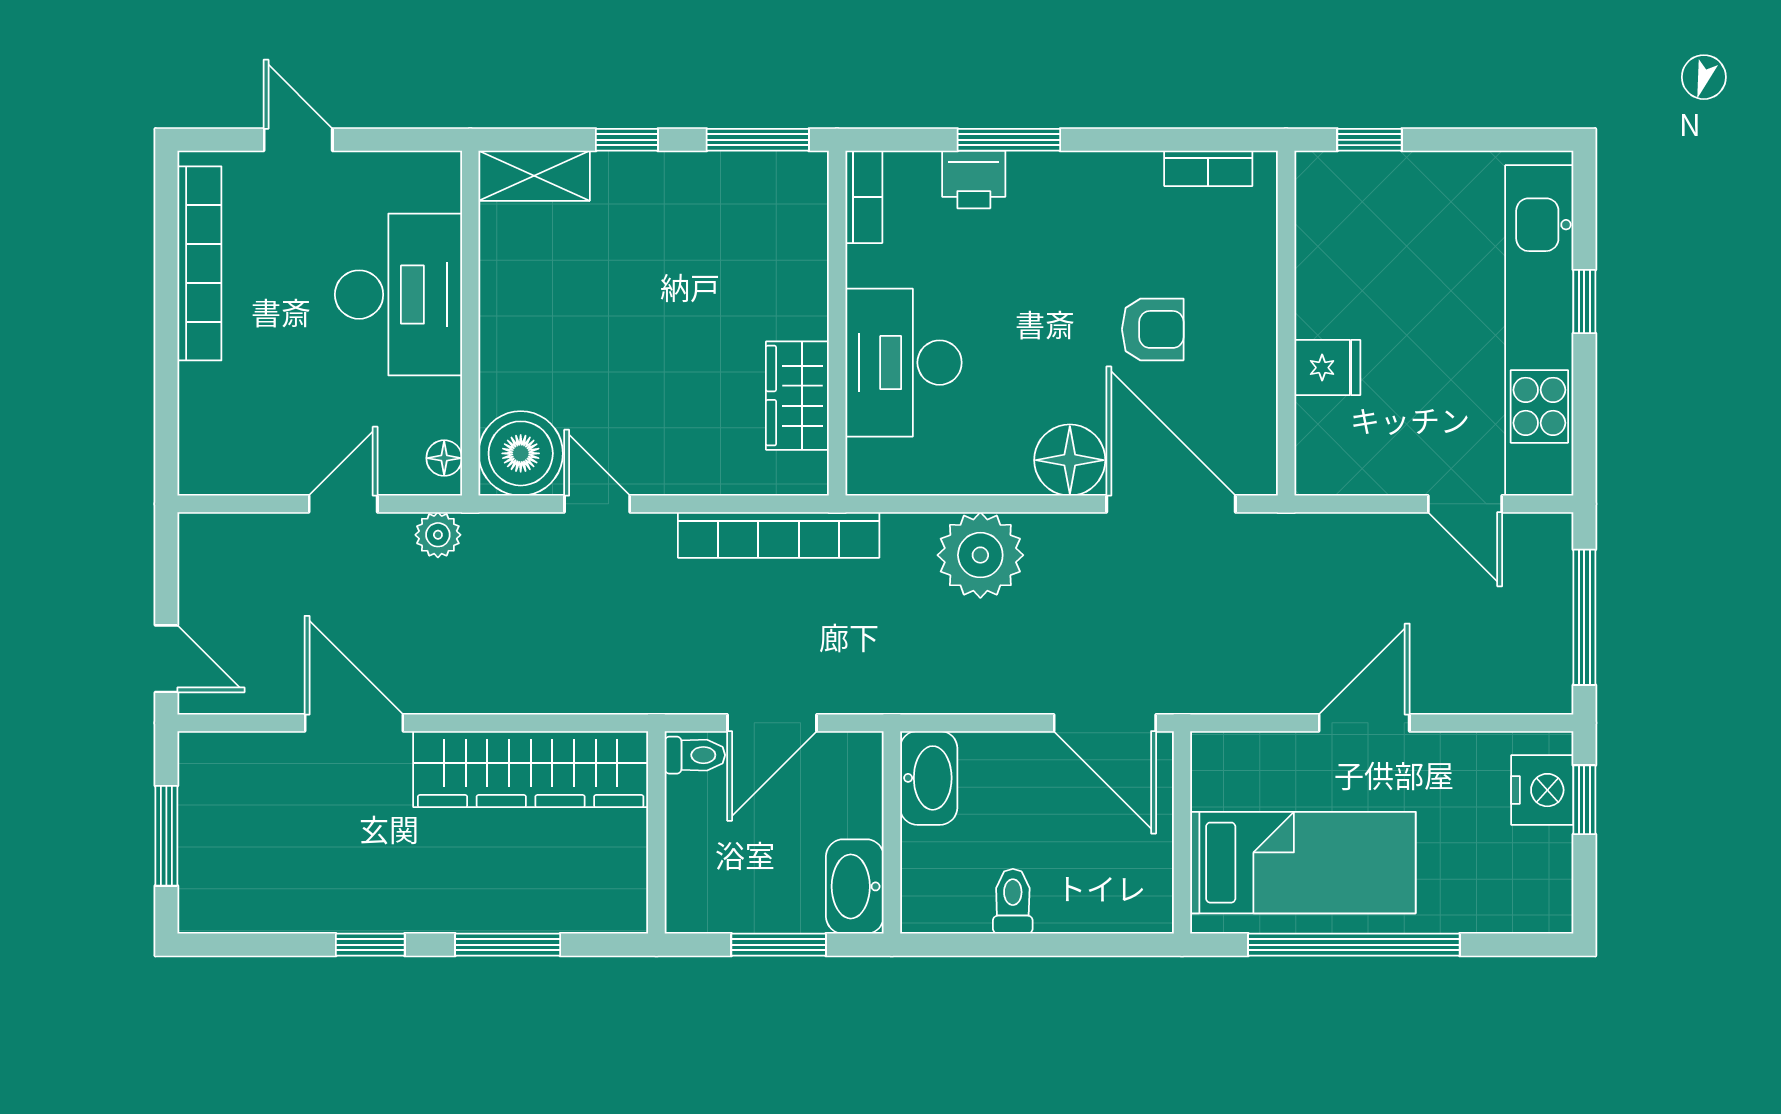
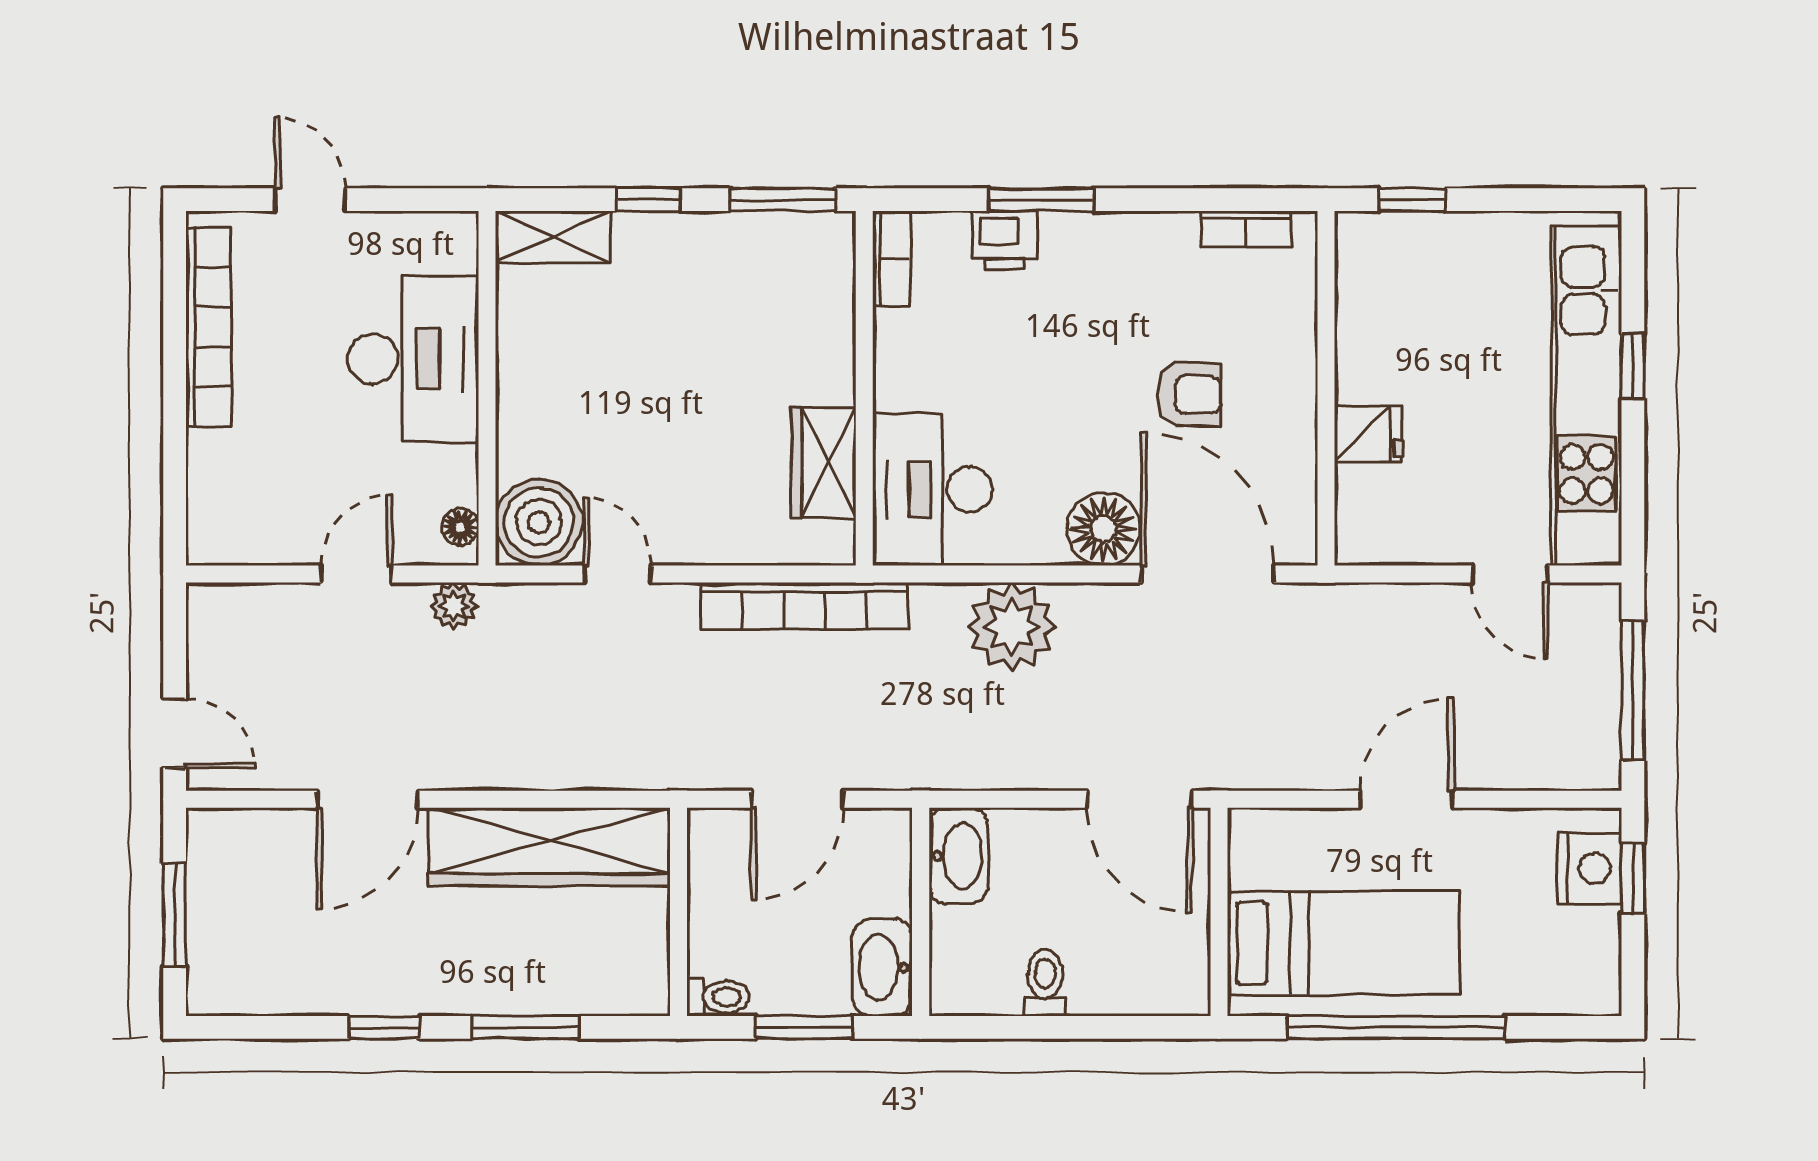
desk: (903, 363) -> (933, 489), moved
door: (354, 723) -> (368, 799), swing flipped
toilet: (695, 755) -> (718, 997), moved

